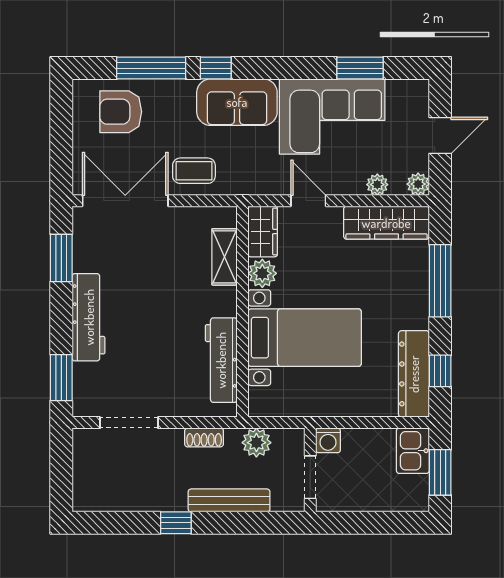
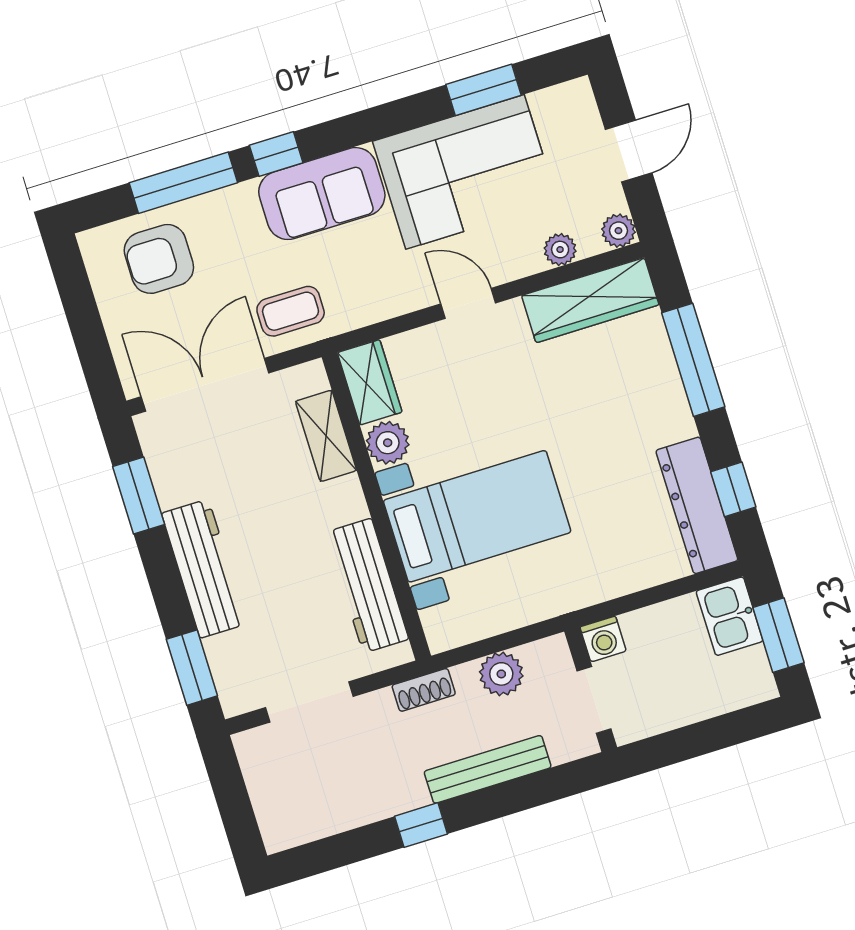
wardrobe: (263, 231) -> (370, 382), moved
shelving: (224, 257) -> (326, 436), moved
plant: (262, 273) -> (388, 443), moved
wall: (243, 312) -> (376, 506), moved
bed with nightstands: (305, 338) -> (477, 516), moved
workbench: (221, 360) -> (367, 586), moved

